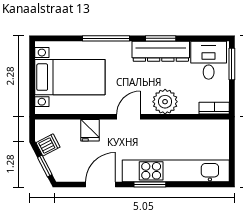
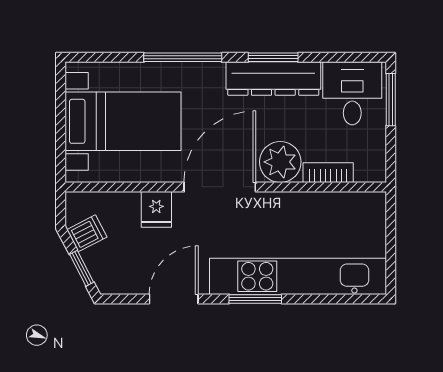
bookcase: (214, 108) -> (328, 173), moved
door: (128, 117) -> (220, 187), width x1.88

